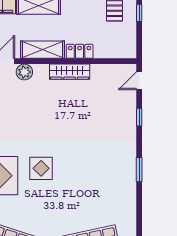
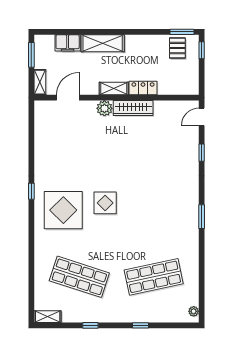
shelving: (42, 50) -> (114, 88), width x0.67, depth x0.75
plant: (24, 72) -> (104, 108), moved
window: (139, 170) -> (202, 217), moved

